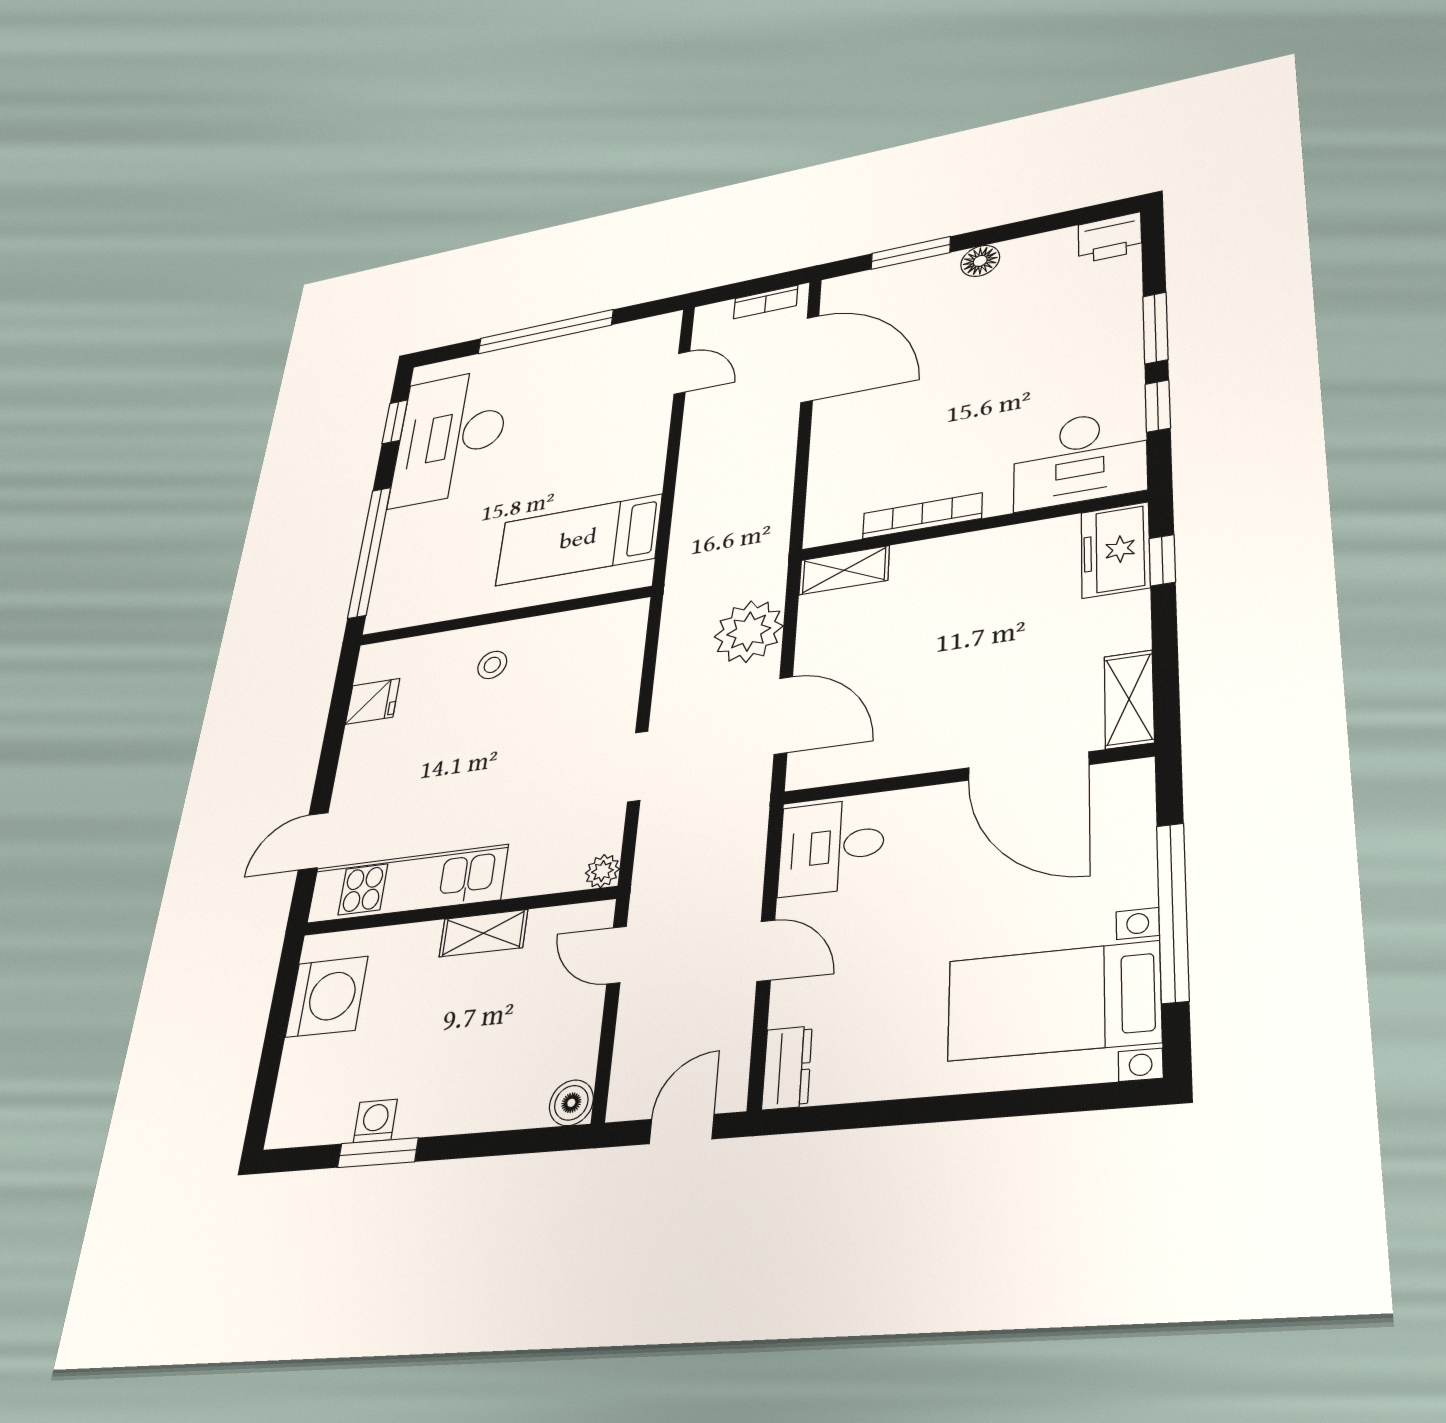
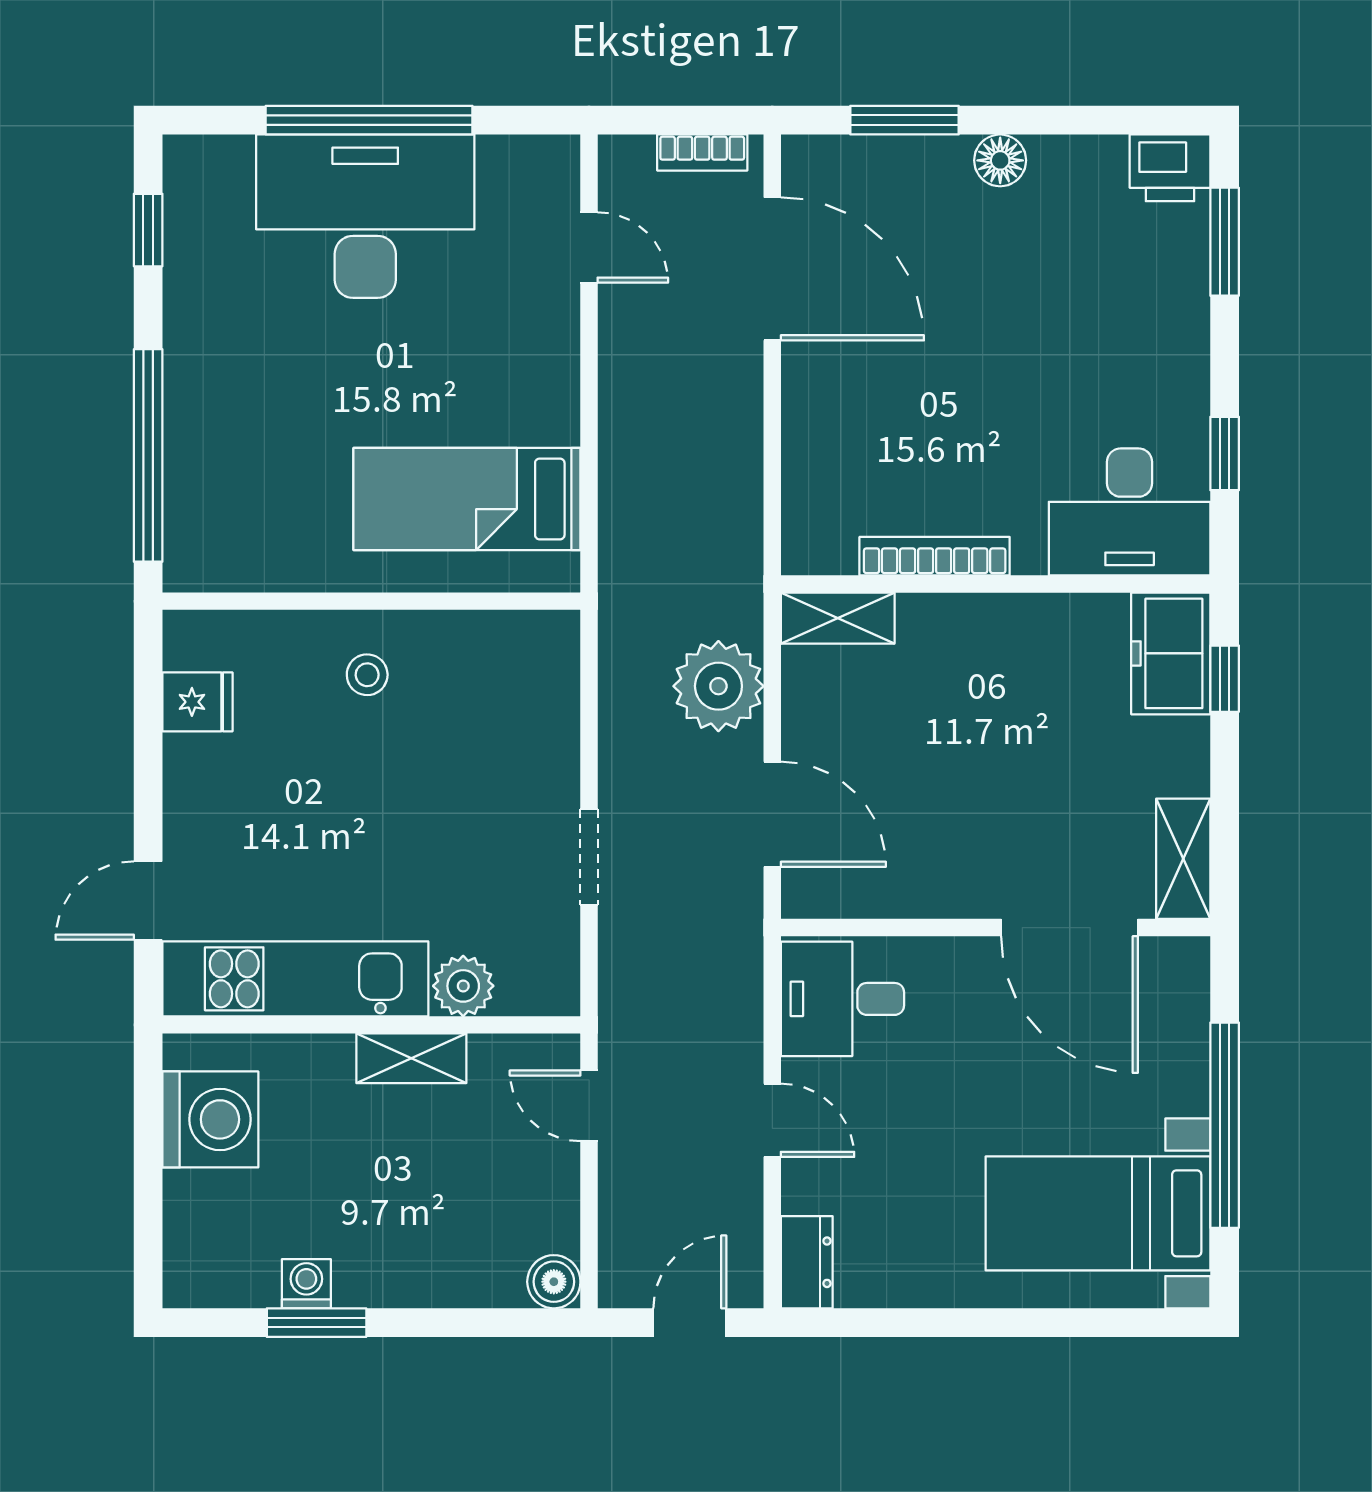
window: (1155, 328) -> (1225, 242), moved
desk: (450, 436) -> (365, 216), moved, turned 90
plant: (602, 871) -> (463, 986), moved, width x1.38, depth x1.38

